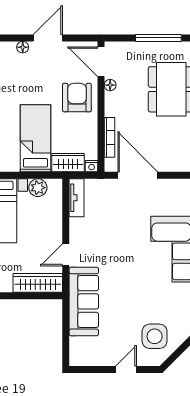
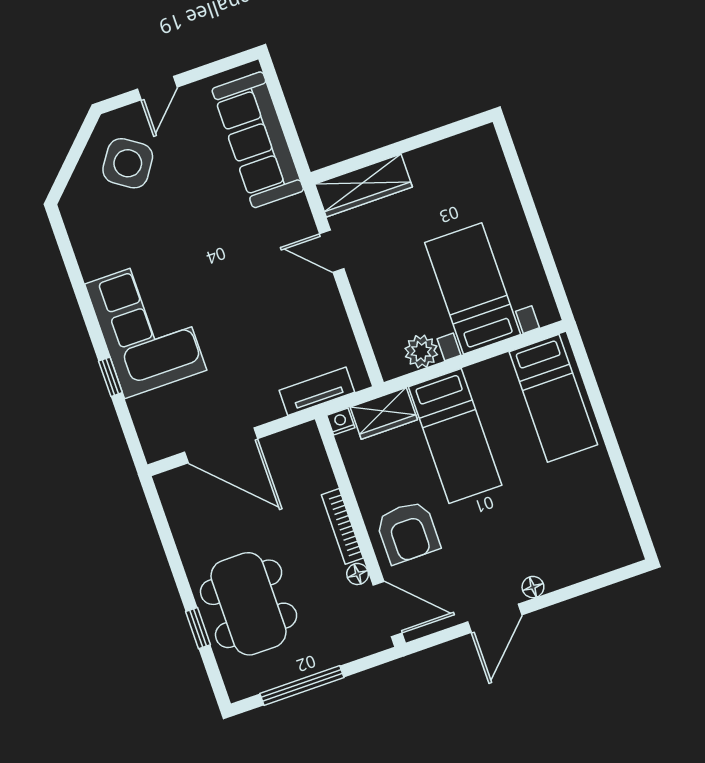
bookcase: (109, 137) -> (342, 526), moved
door: (138, 175) -> (221, 445), moved
tv unit: (76, 198) -> (317, 391), moved, turned 90
door: (66, 255) -> (332, 251), swing flipped
sofa: (84, 301) -> (258, 140), moved
side table: (155, 336) -> (128, 163), turned 34

